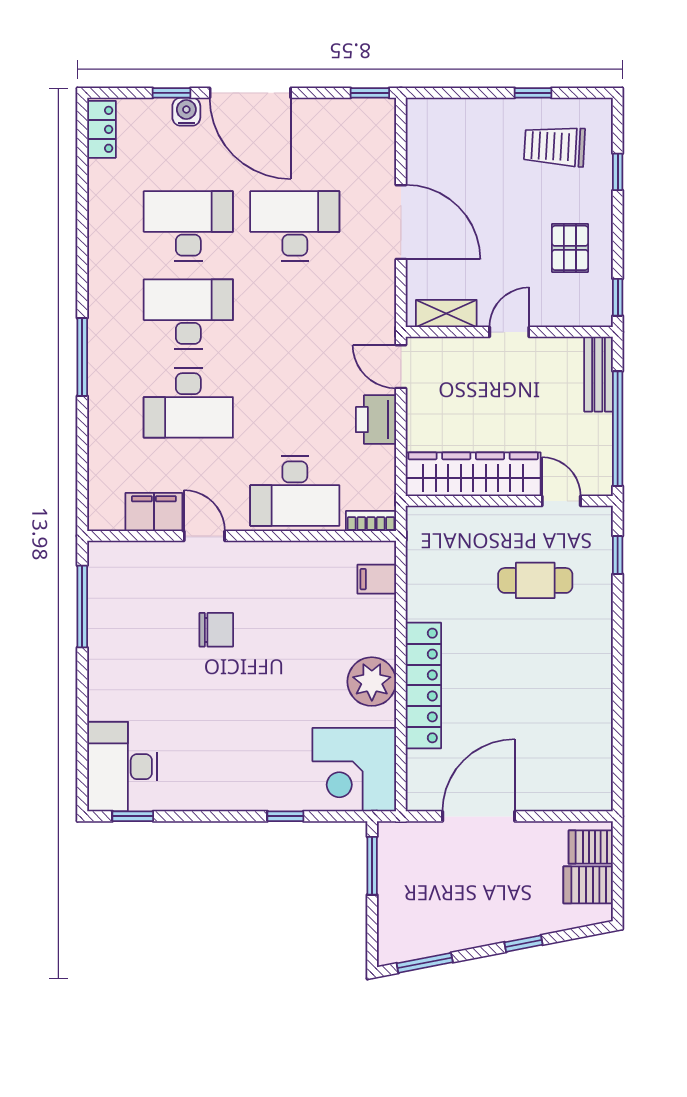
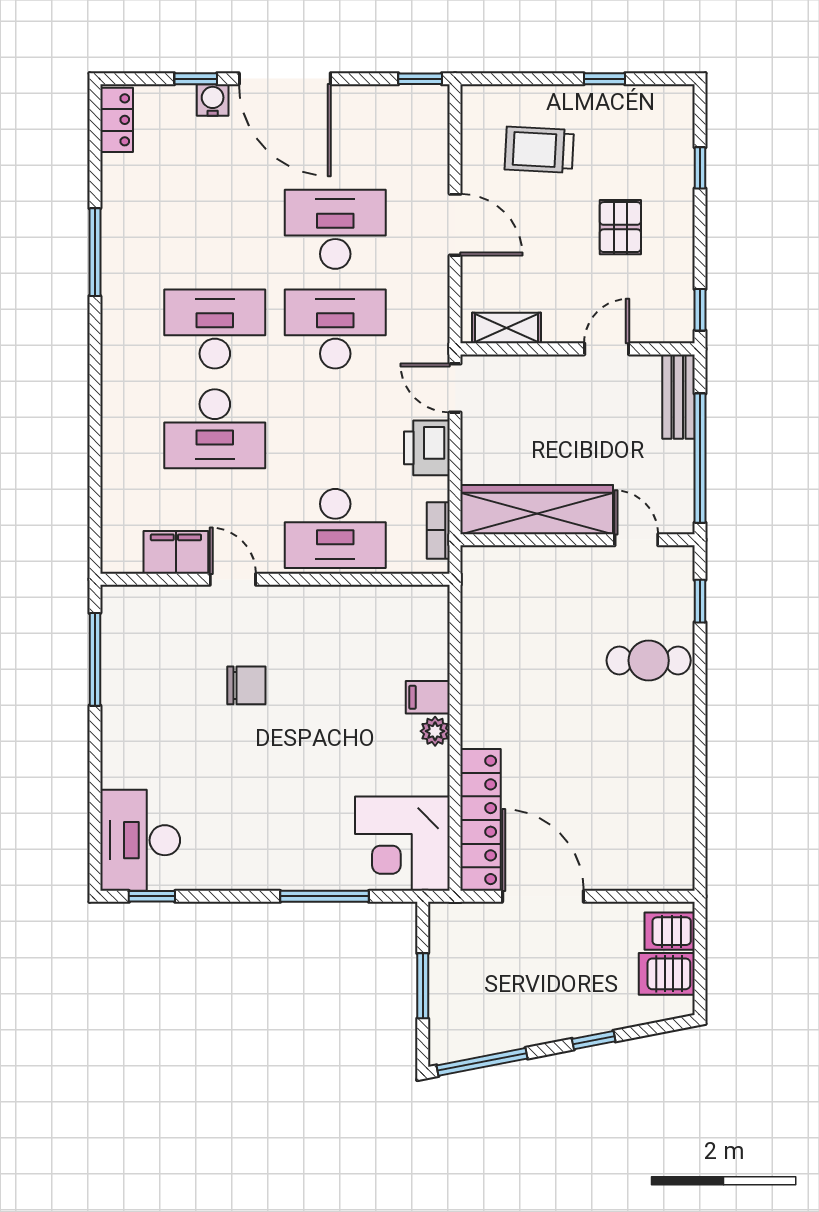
trolley: (554, 146) -> (539, 150), moved
door: (401, 222) -> (455, 225), width x0.73
desk: (188, 226) -> (335, 329), moved
pallet: (570, 248) -> (620, 227), moved
door: (509, 332) -> (607, 349), moved
window: (82, 357) -> (95, 252), moved
bookcase: (371, 521) -> (438, 530), moved, turned -90
filing cabinet: (377, 579) -> (428, 697), moved
cafe table: (535, 580) -> (649, 660), moved
plant: (372, 682) -> (435, 731), width x0.53, depth x0.53
locker: (423, 685) -> (481, 820), moved
window: (285, 816) -> (325, 896), width x2.17
door: (479, 816) -> (543, 896), hinge flipped
window: (372, 866) -> (423, 986), moved
window: (425, 963) -> (482, 1062), width x1.44

